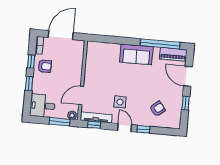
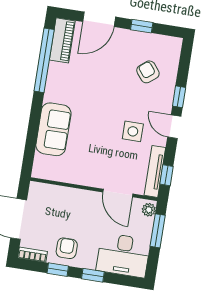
sofa: (136, 54) -> (53, 129), moved
desk: (43, 106) -> (123, 255), width x1.37
door: (125, 128) -> (174, 127), hinge flipped

